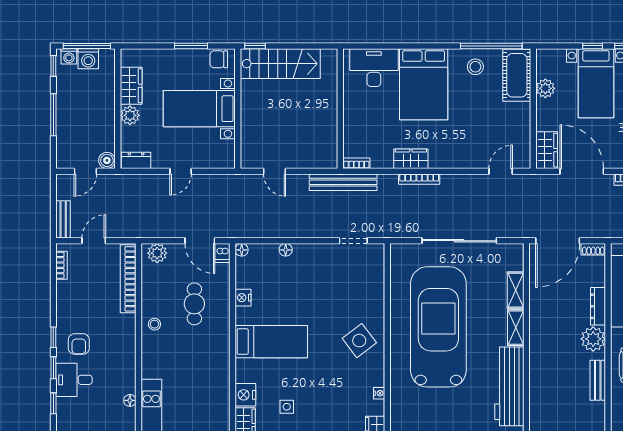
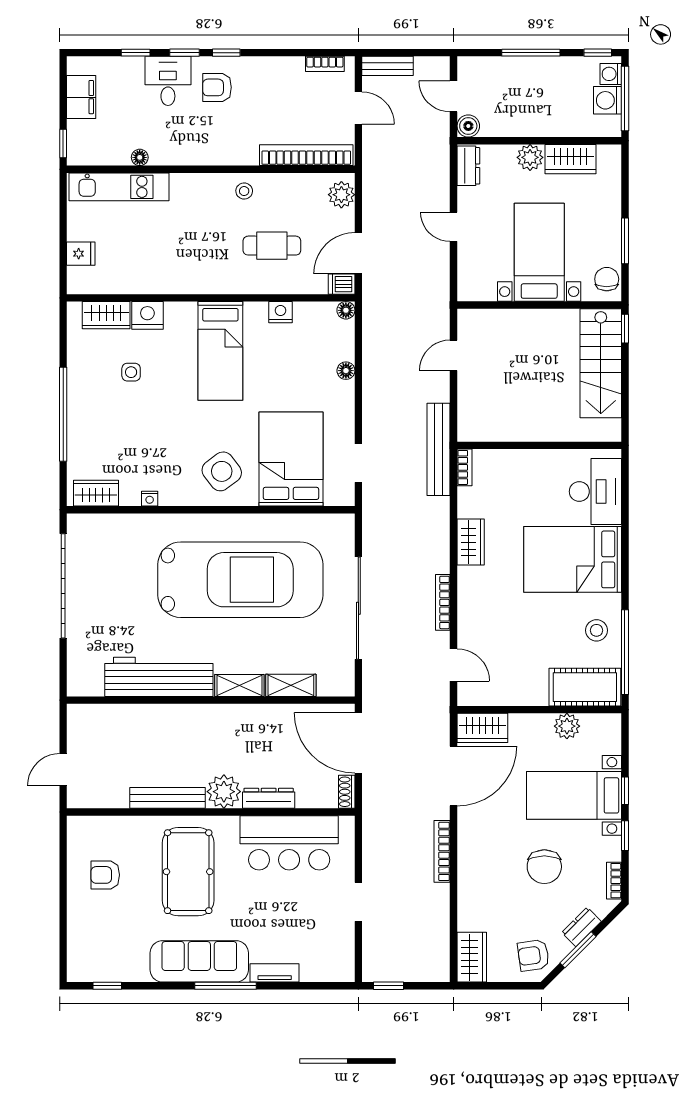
bookcase: (419, 179) -> (443, 602), moved
bed: (350, 290) -> (291, 459), added
bench: (598, 380) -> (167, 798), width x1.36

